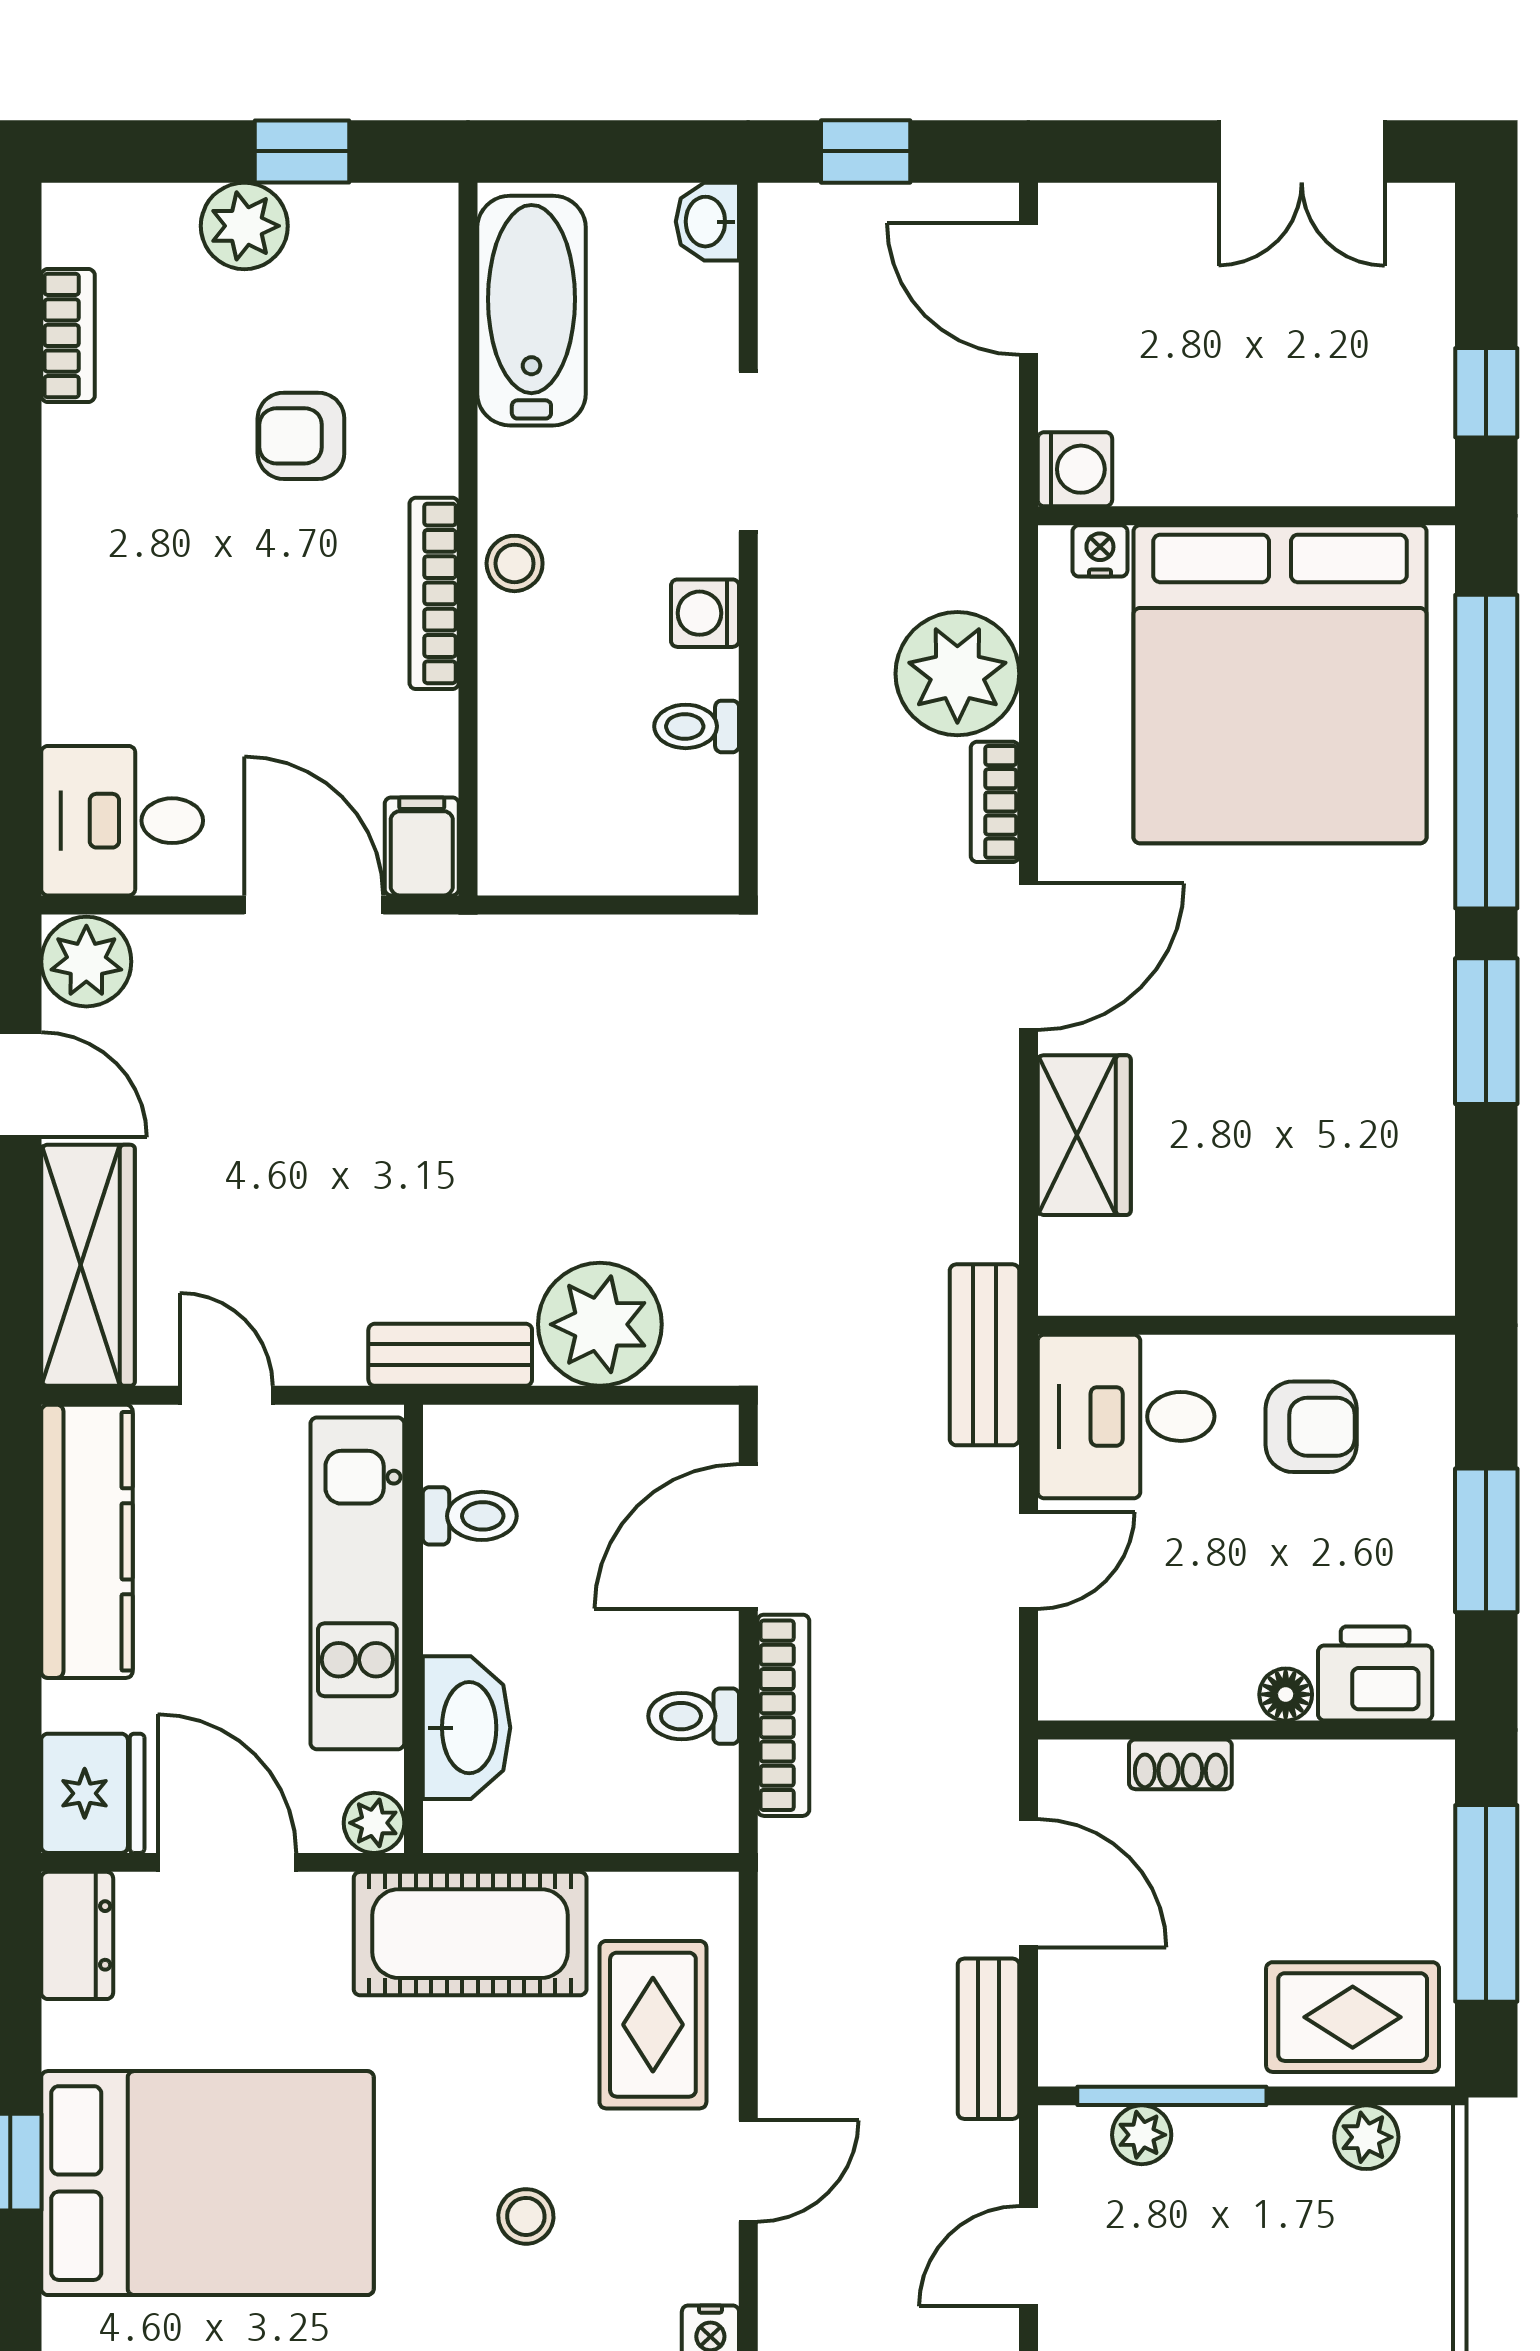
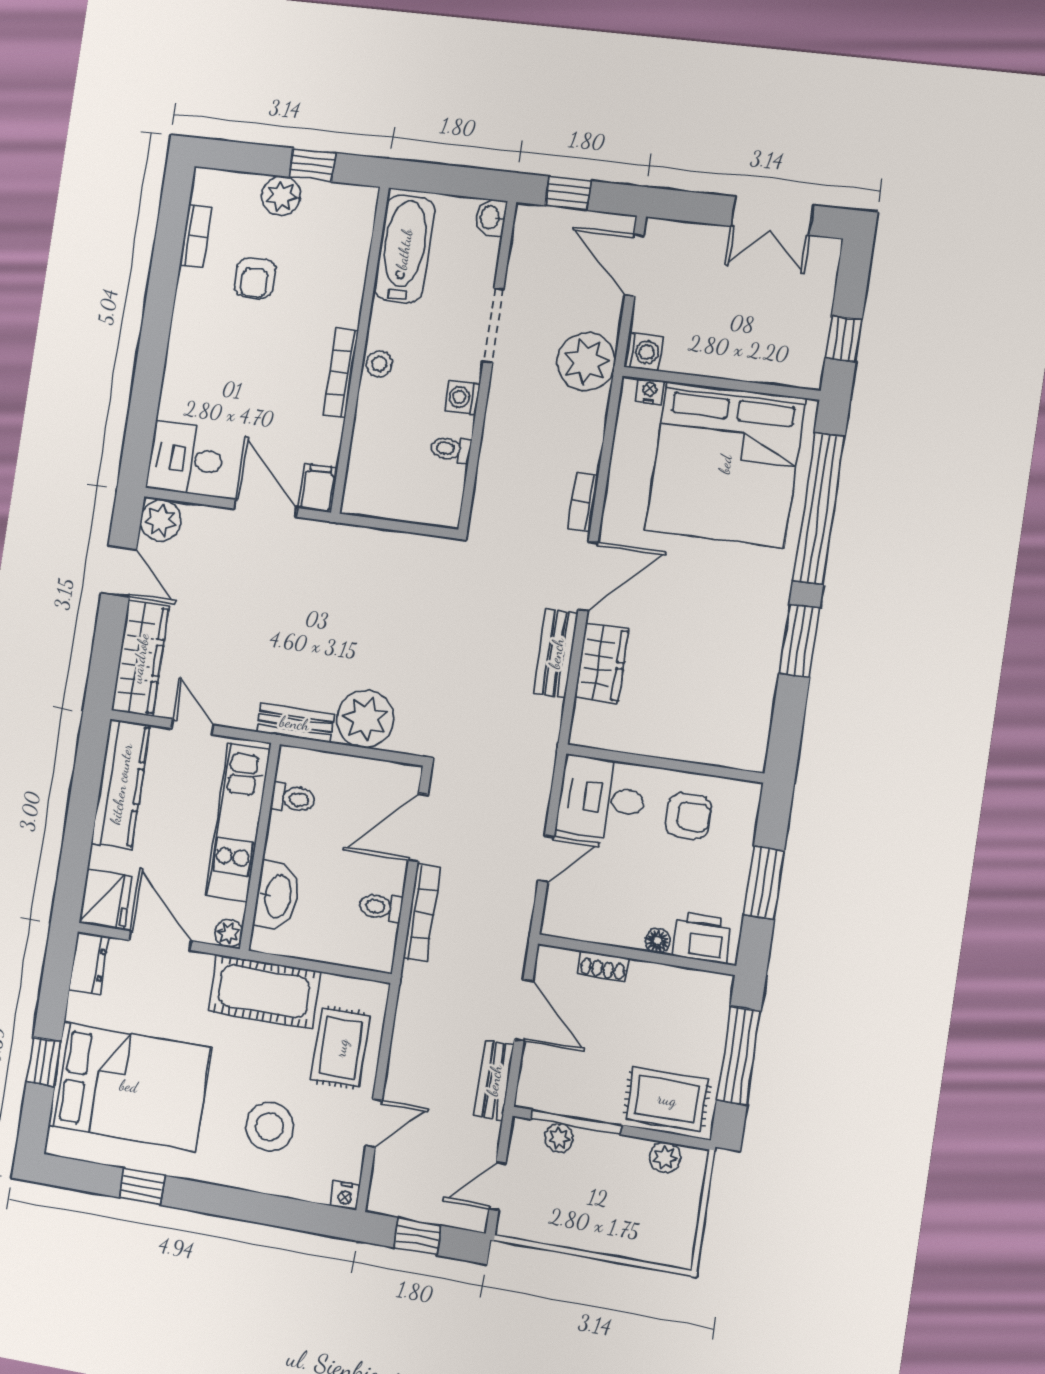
armchair: (301, 436) -> (255, 278), moved, turned -90
plant: (957, 674) -> (586, 362), moved
bench: (984, 1355) -> (556, 653), moved
stool: (526, 2216) -> (269, 1127), width x1.89, depth x1.89

